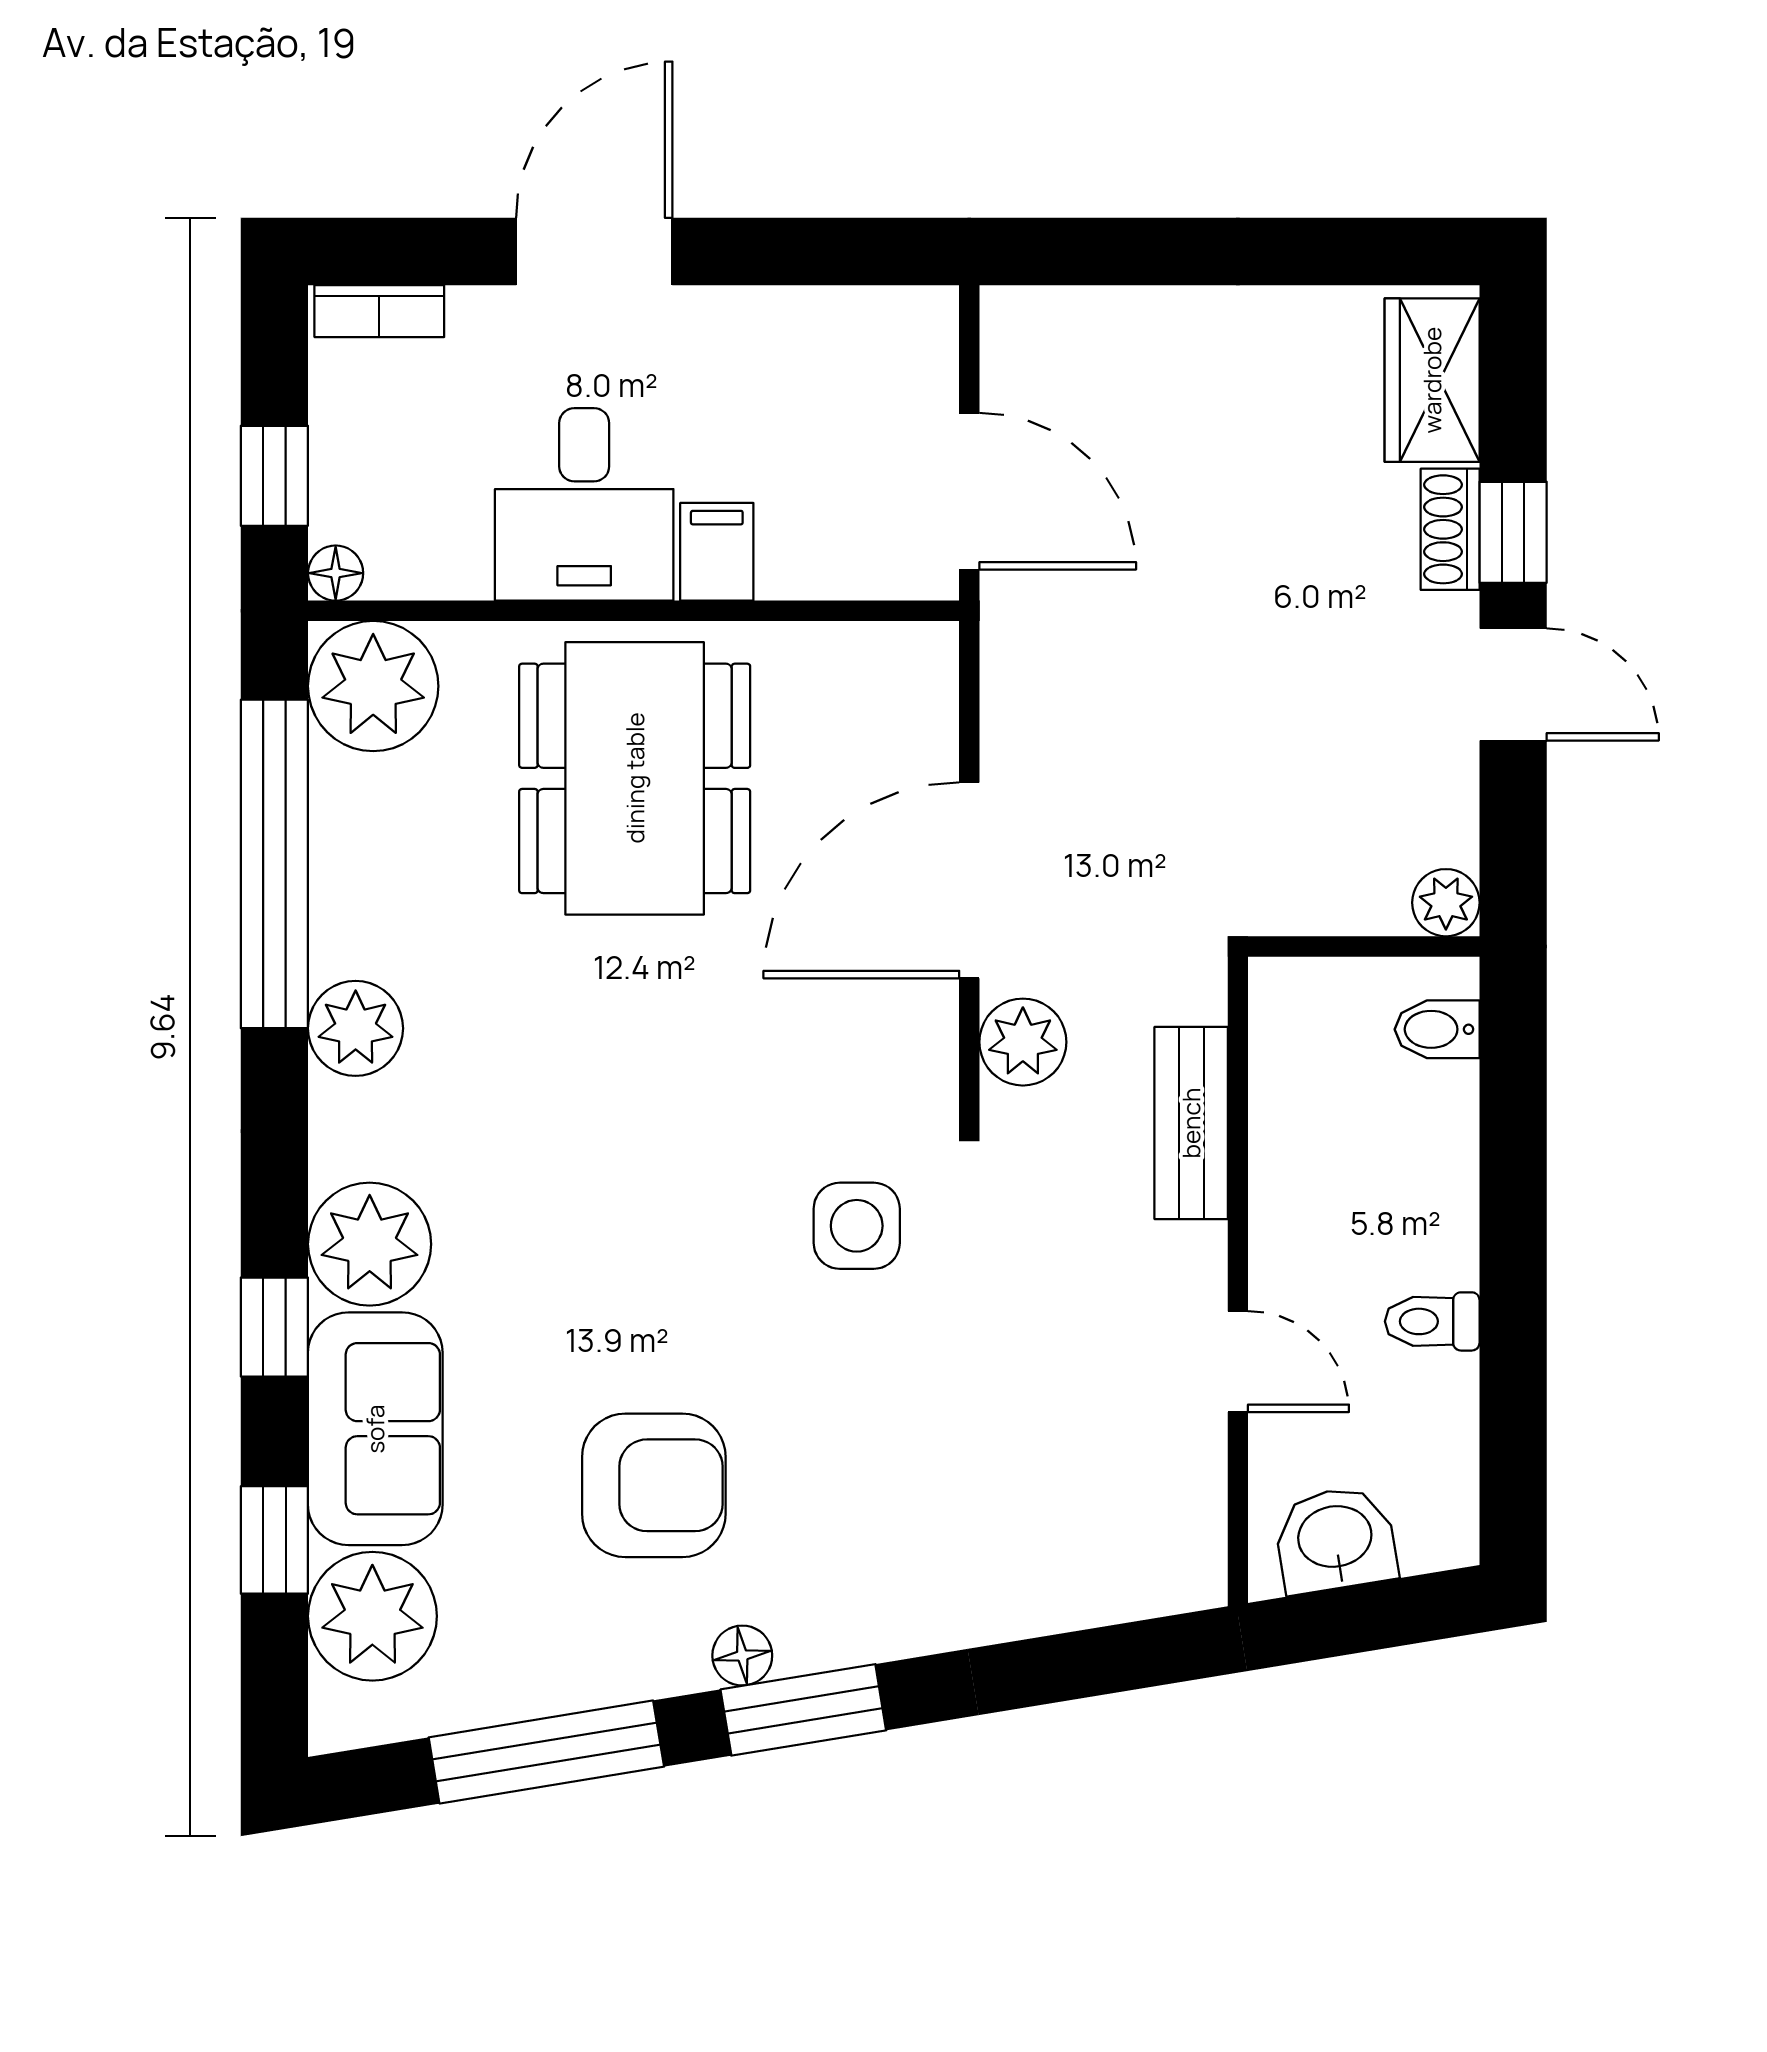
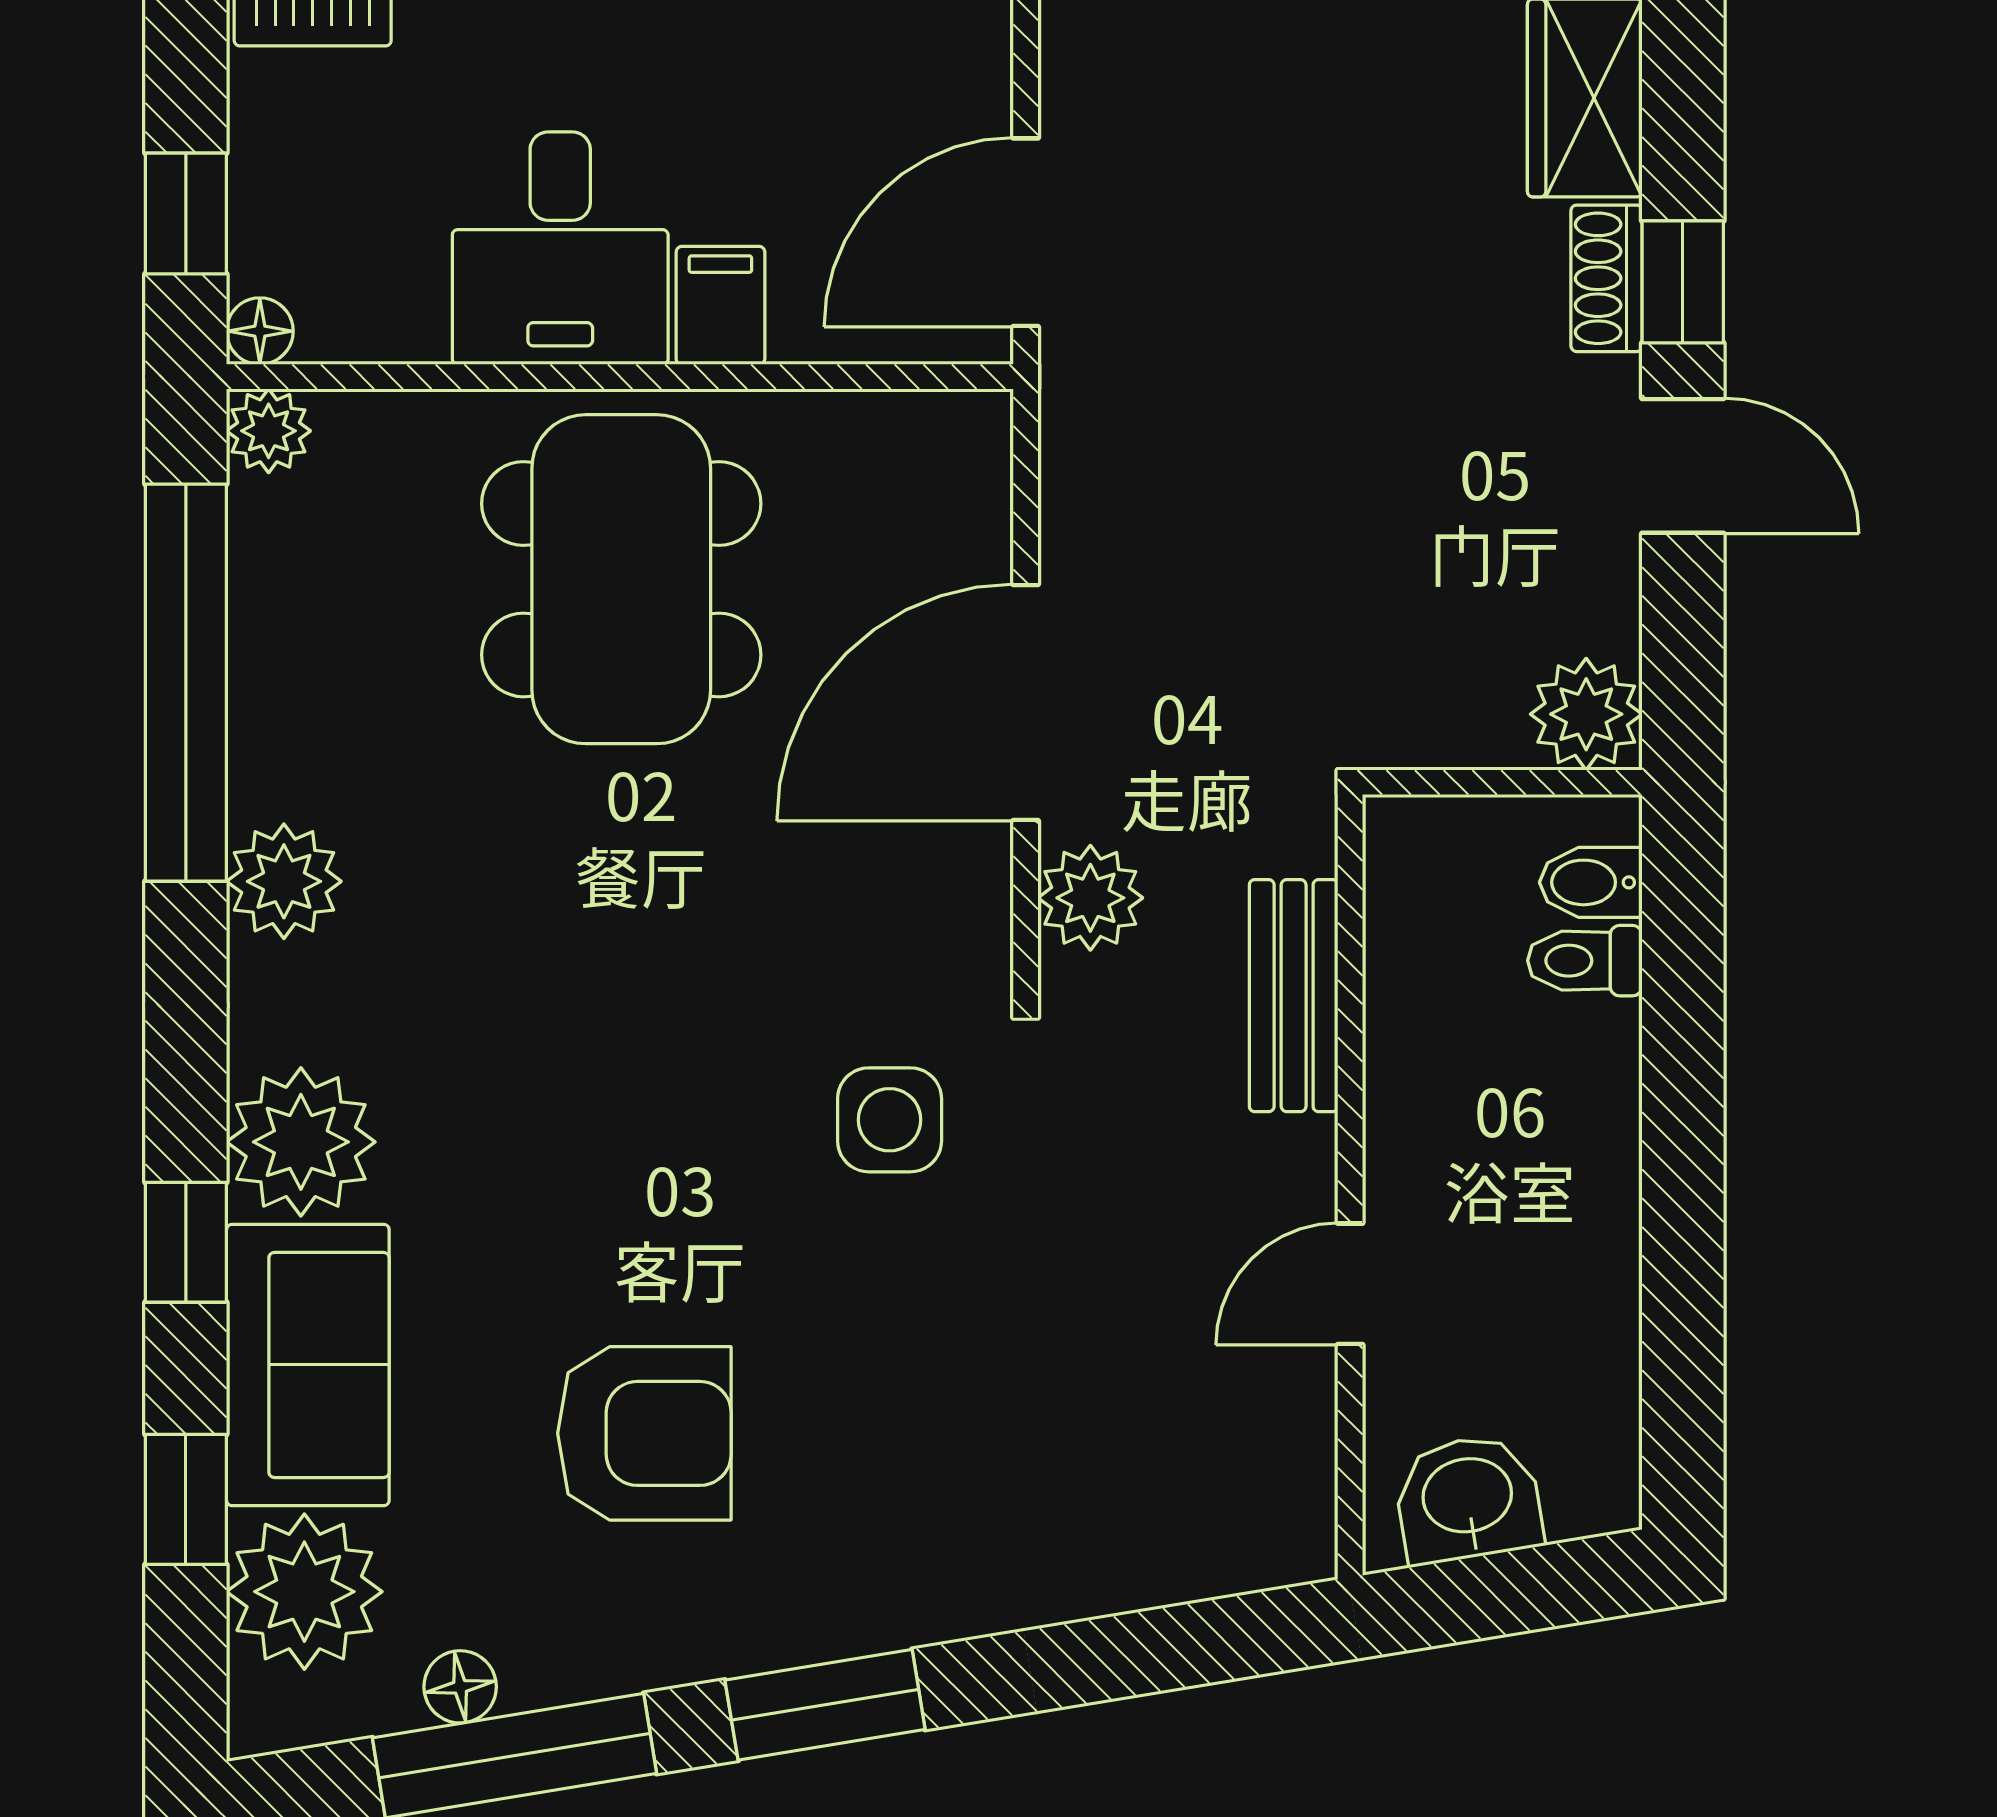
door: (969, 491) -> (1026, 232), swing flipped
plant: (373, 686) -> (269, 431), width x0.53, depth x0.53
plant: (1446, 903) -> (1586, 714), width x1.38, depth x1.38
toilet: (1432, 1321) -> (1585, 961), moved
door: (1238, 1362) -> (1350, 1284), swing flipped
floor lamp: (742, 1656) -> (460, 1687), moved

